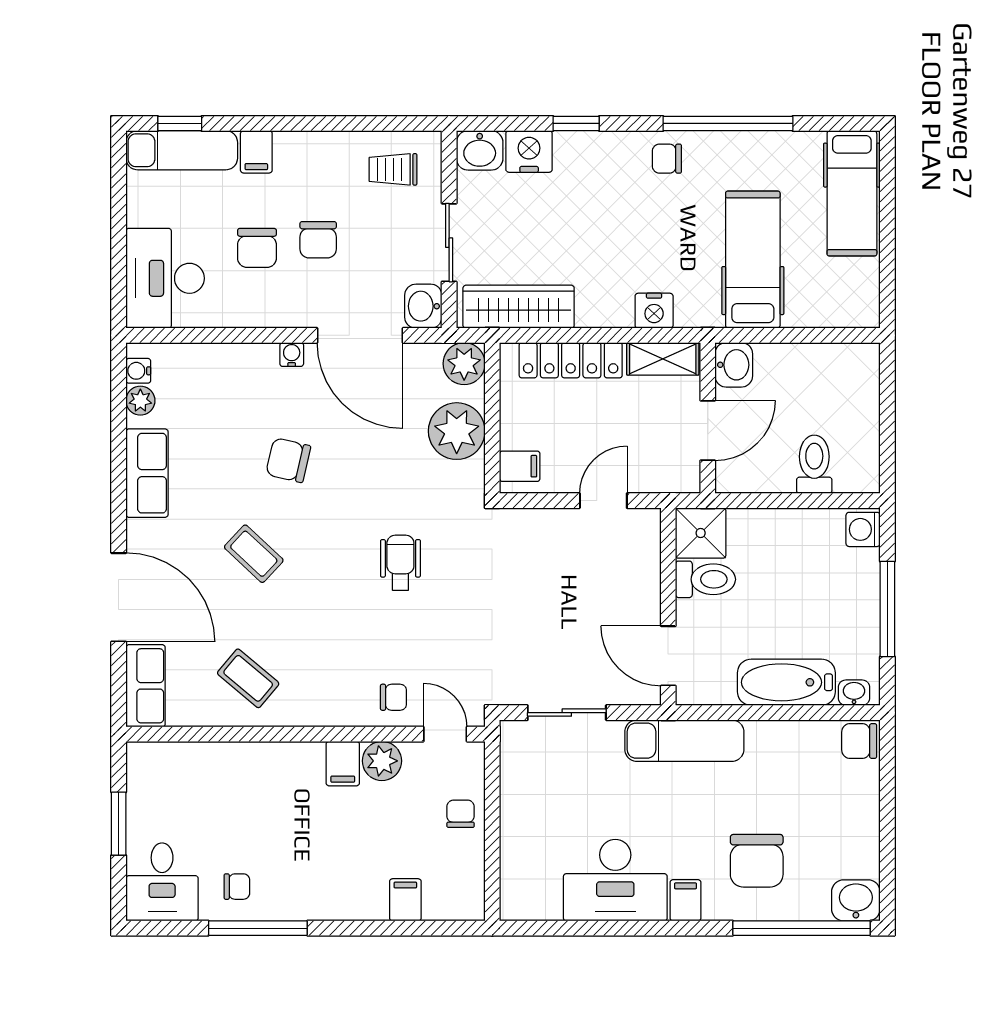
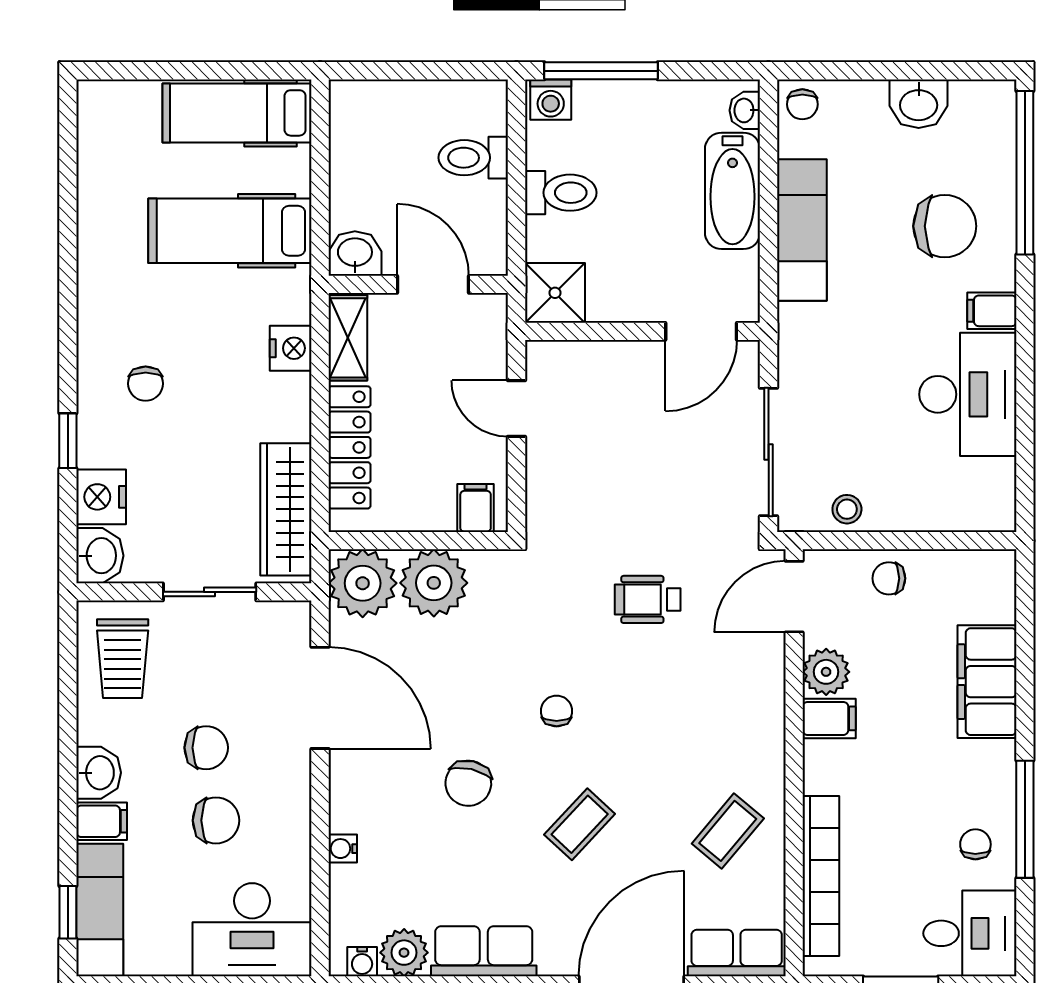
window: (728, 123) -> (68, 260), removed
chair: (667, 159) -> (146, 384), moved
trolley: (393, 169) -> (123, 659), width x1.36, depth x1.39
hospital bed: (852, 193) -> (237, 113), moved, turned 180
washbasin: (423, 306) -> (99, 773), moved, turned -90
door: (360, 335) -> (320, 698), hinge flipped
water cooler: (292, 355) -> (343, 849), moved
plant: (464, 364) -> (363, 583), width x1.36, depth x1.36
plant: (140, 401) -> (404, 953), width x1.38, depth x1.38
wheelchair: (400, 563) -> (648, 599), moved
toilet: (705, 579) -> (561, 193), moved, turned 90
window: (887, 609) -> (601, 71), moved
chair: (393, 697) -> (557, 711), moved
sliding door: (567, 713) -> (769, 452), width x1.37
door: (445, 734) -> (794, 597), width x1.38
exam couch: (684, 741) -> (802, 230), moved
chair: (859, 741) -> (802, 104), width x0.73, depth x0.73
bookcase: (210, 757) -> (821, 876), added
stool: (519, 779) -> (847, 509), added
filing cabinet: (405, 900) -> (987, 682), width x3.00, depth x1.17
washbasin: (856, 900) -> (919, 104), moved, turned -90

